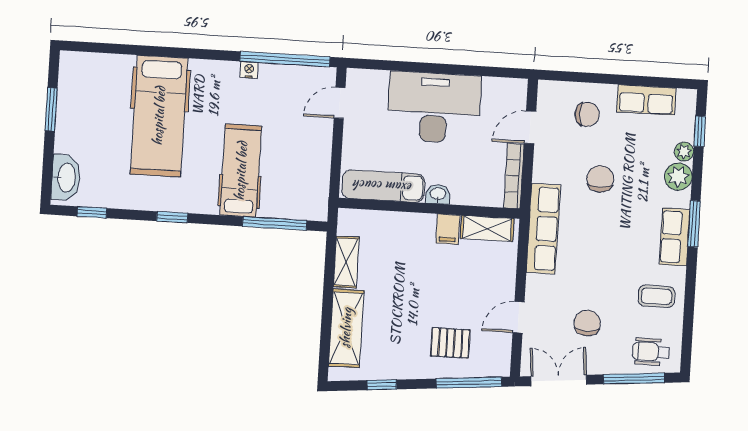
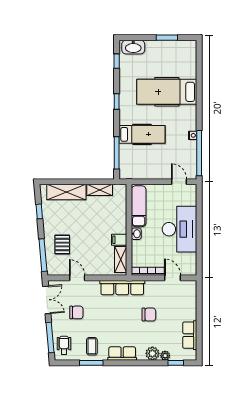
chair: (587, 114) -> (181, 306), removed
window: (694, 224) -> (91, 363), moved

